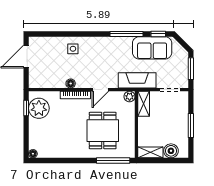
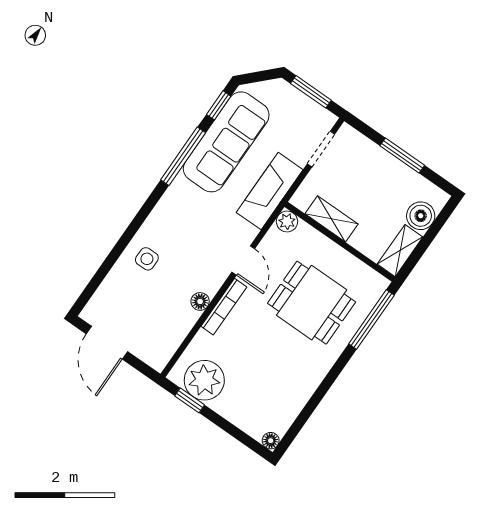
sofa: (152, 48) -> (226, 142), width x1.36
shelving: (144, 104) -> (331, 219), moved

